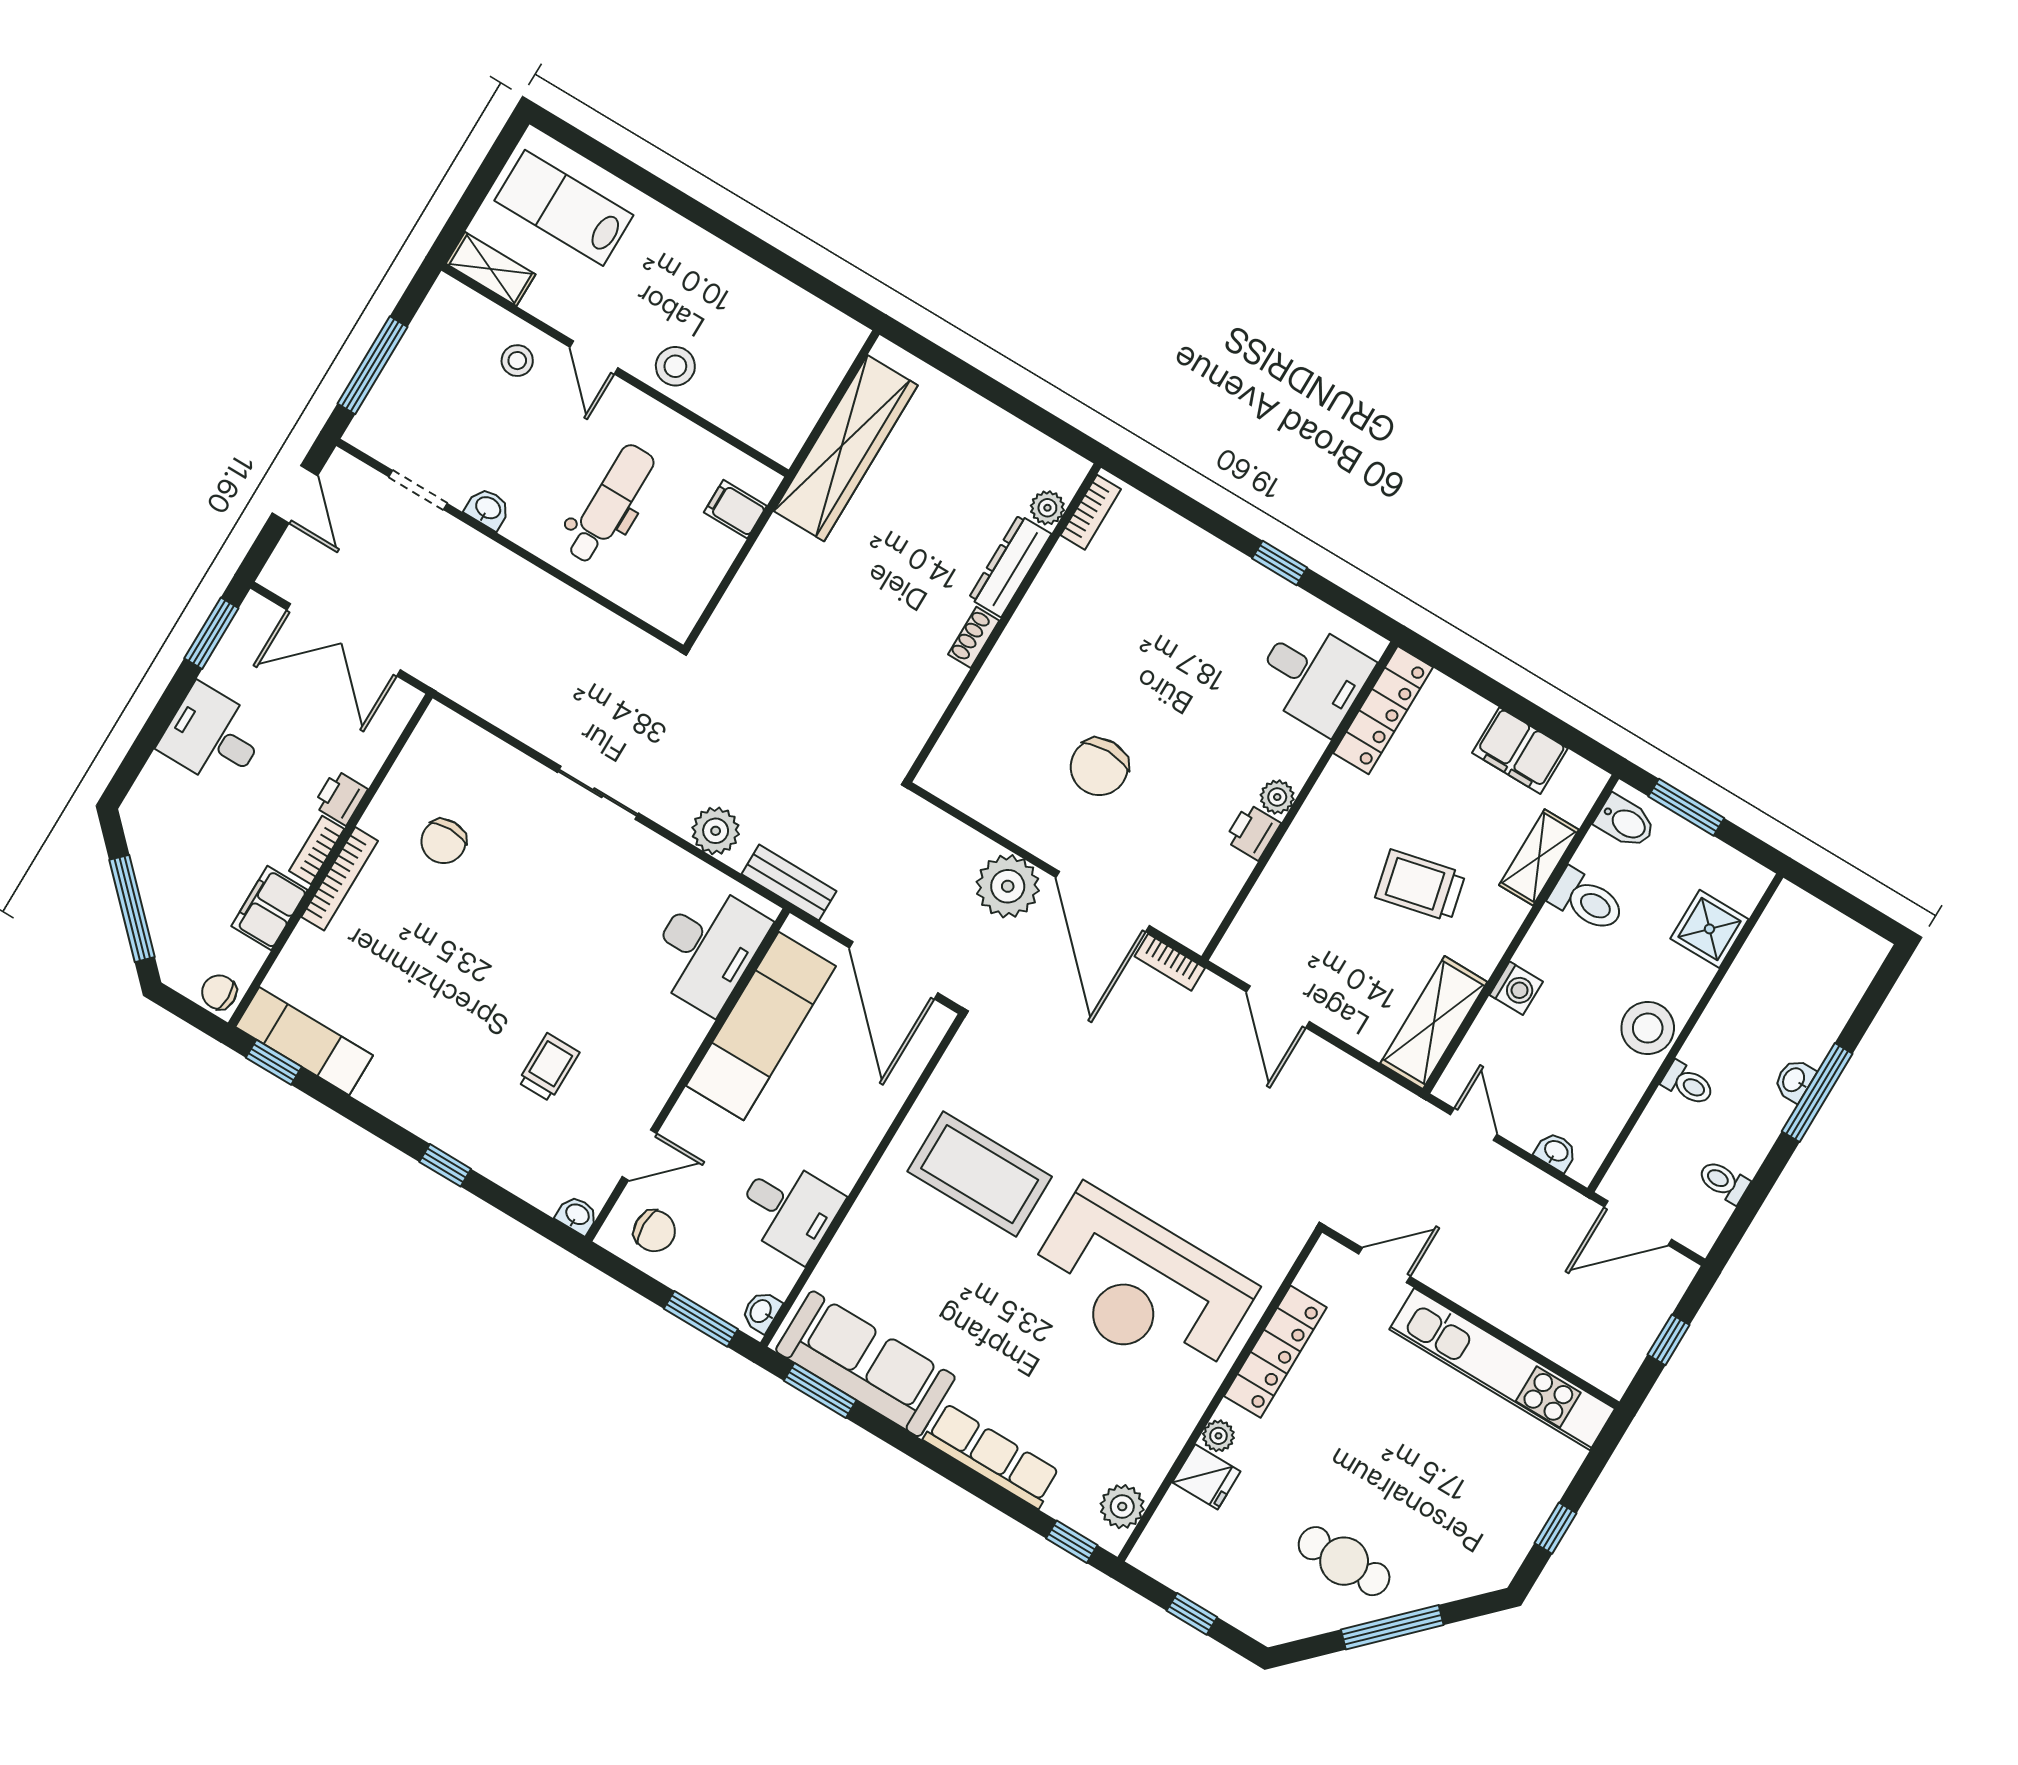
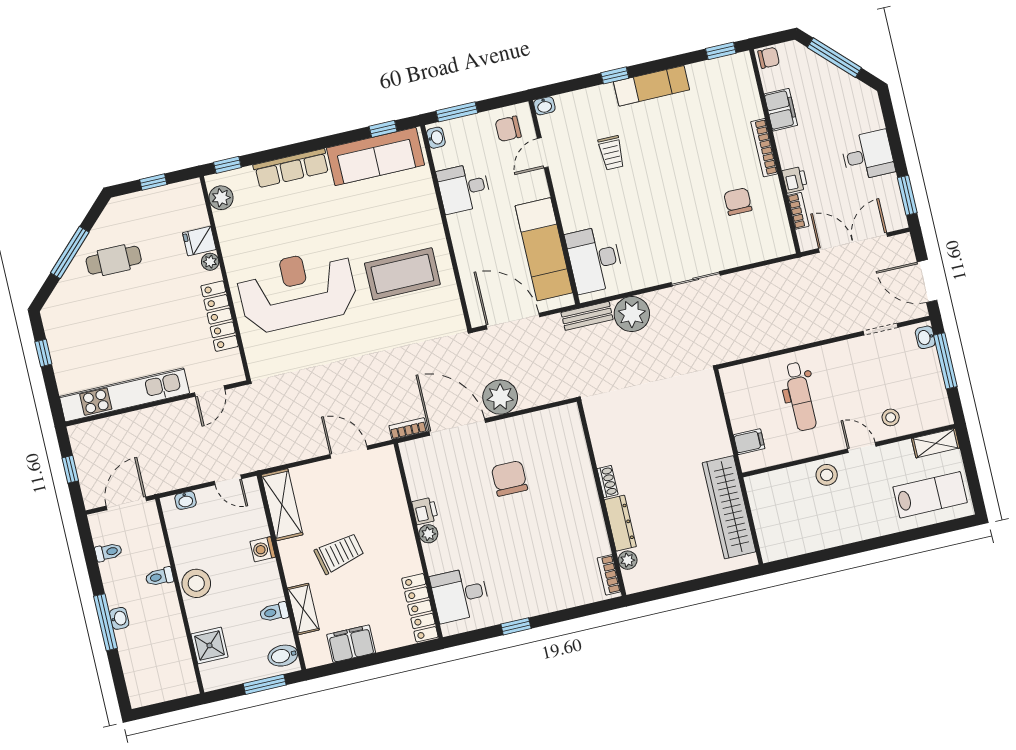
door: (295, 494) -> (927, 281), width x1.37
washbasin: (488, 509) -> (925, 337), moved, turned 90
plant: (716, 831) -> (632, 314), width x1.36, depth x1.36
bookcase: (317, 850) -> (798, 211), moved
toilet: (1587, 901) -> (274, 612), width x0.73, depth x0.72
exam couch: (304, 1041) -> (652, 86), moved
window: (820, 1391) -> (383, 129), width x0.67

